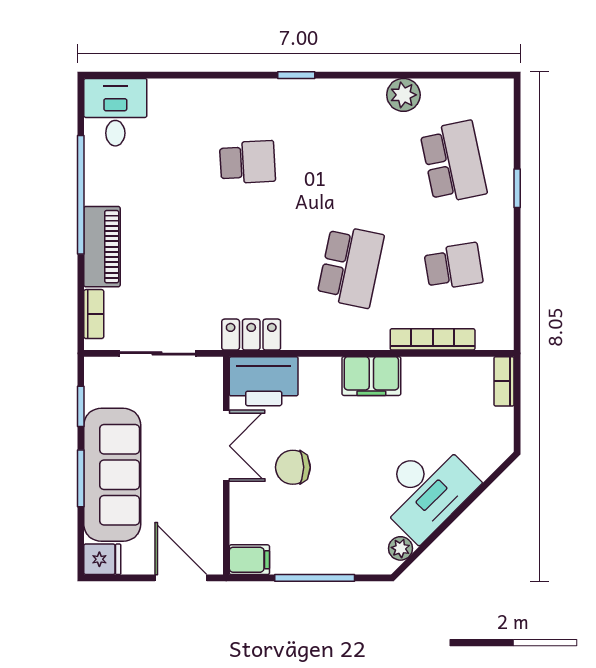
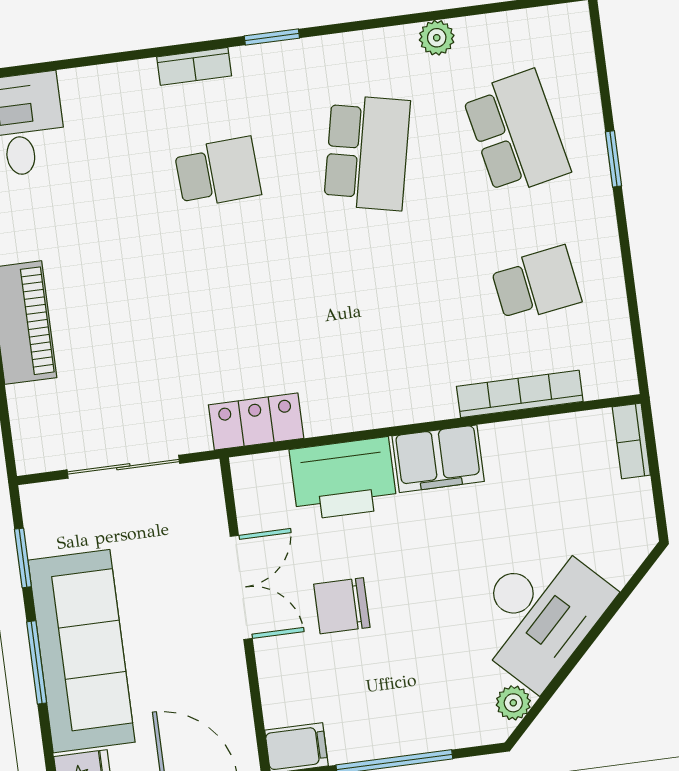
plant: (403, 95) -> (437, 38), width x0.73, depth x0.73
school desk: (350, 266) -> (367, 153), moved
bookcase: (94, 314) -> (194, 66), moved, turned 90
printer: (264, 381) -> (343, 479), moved

